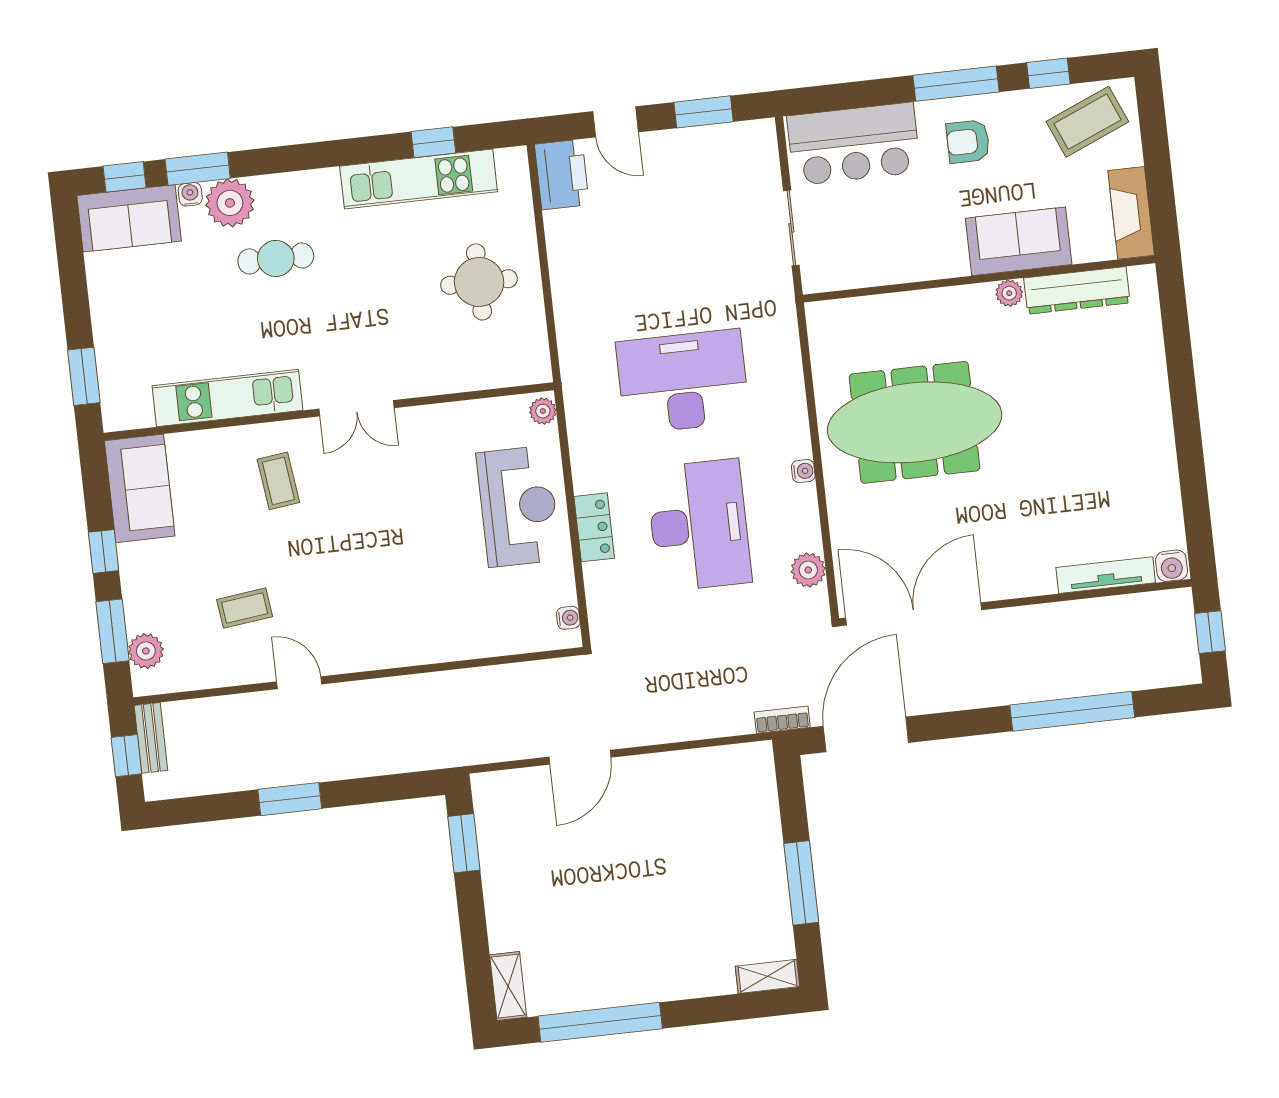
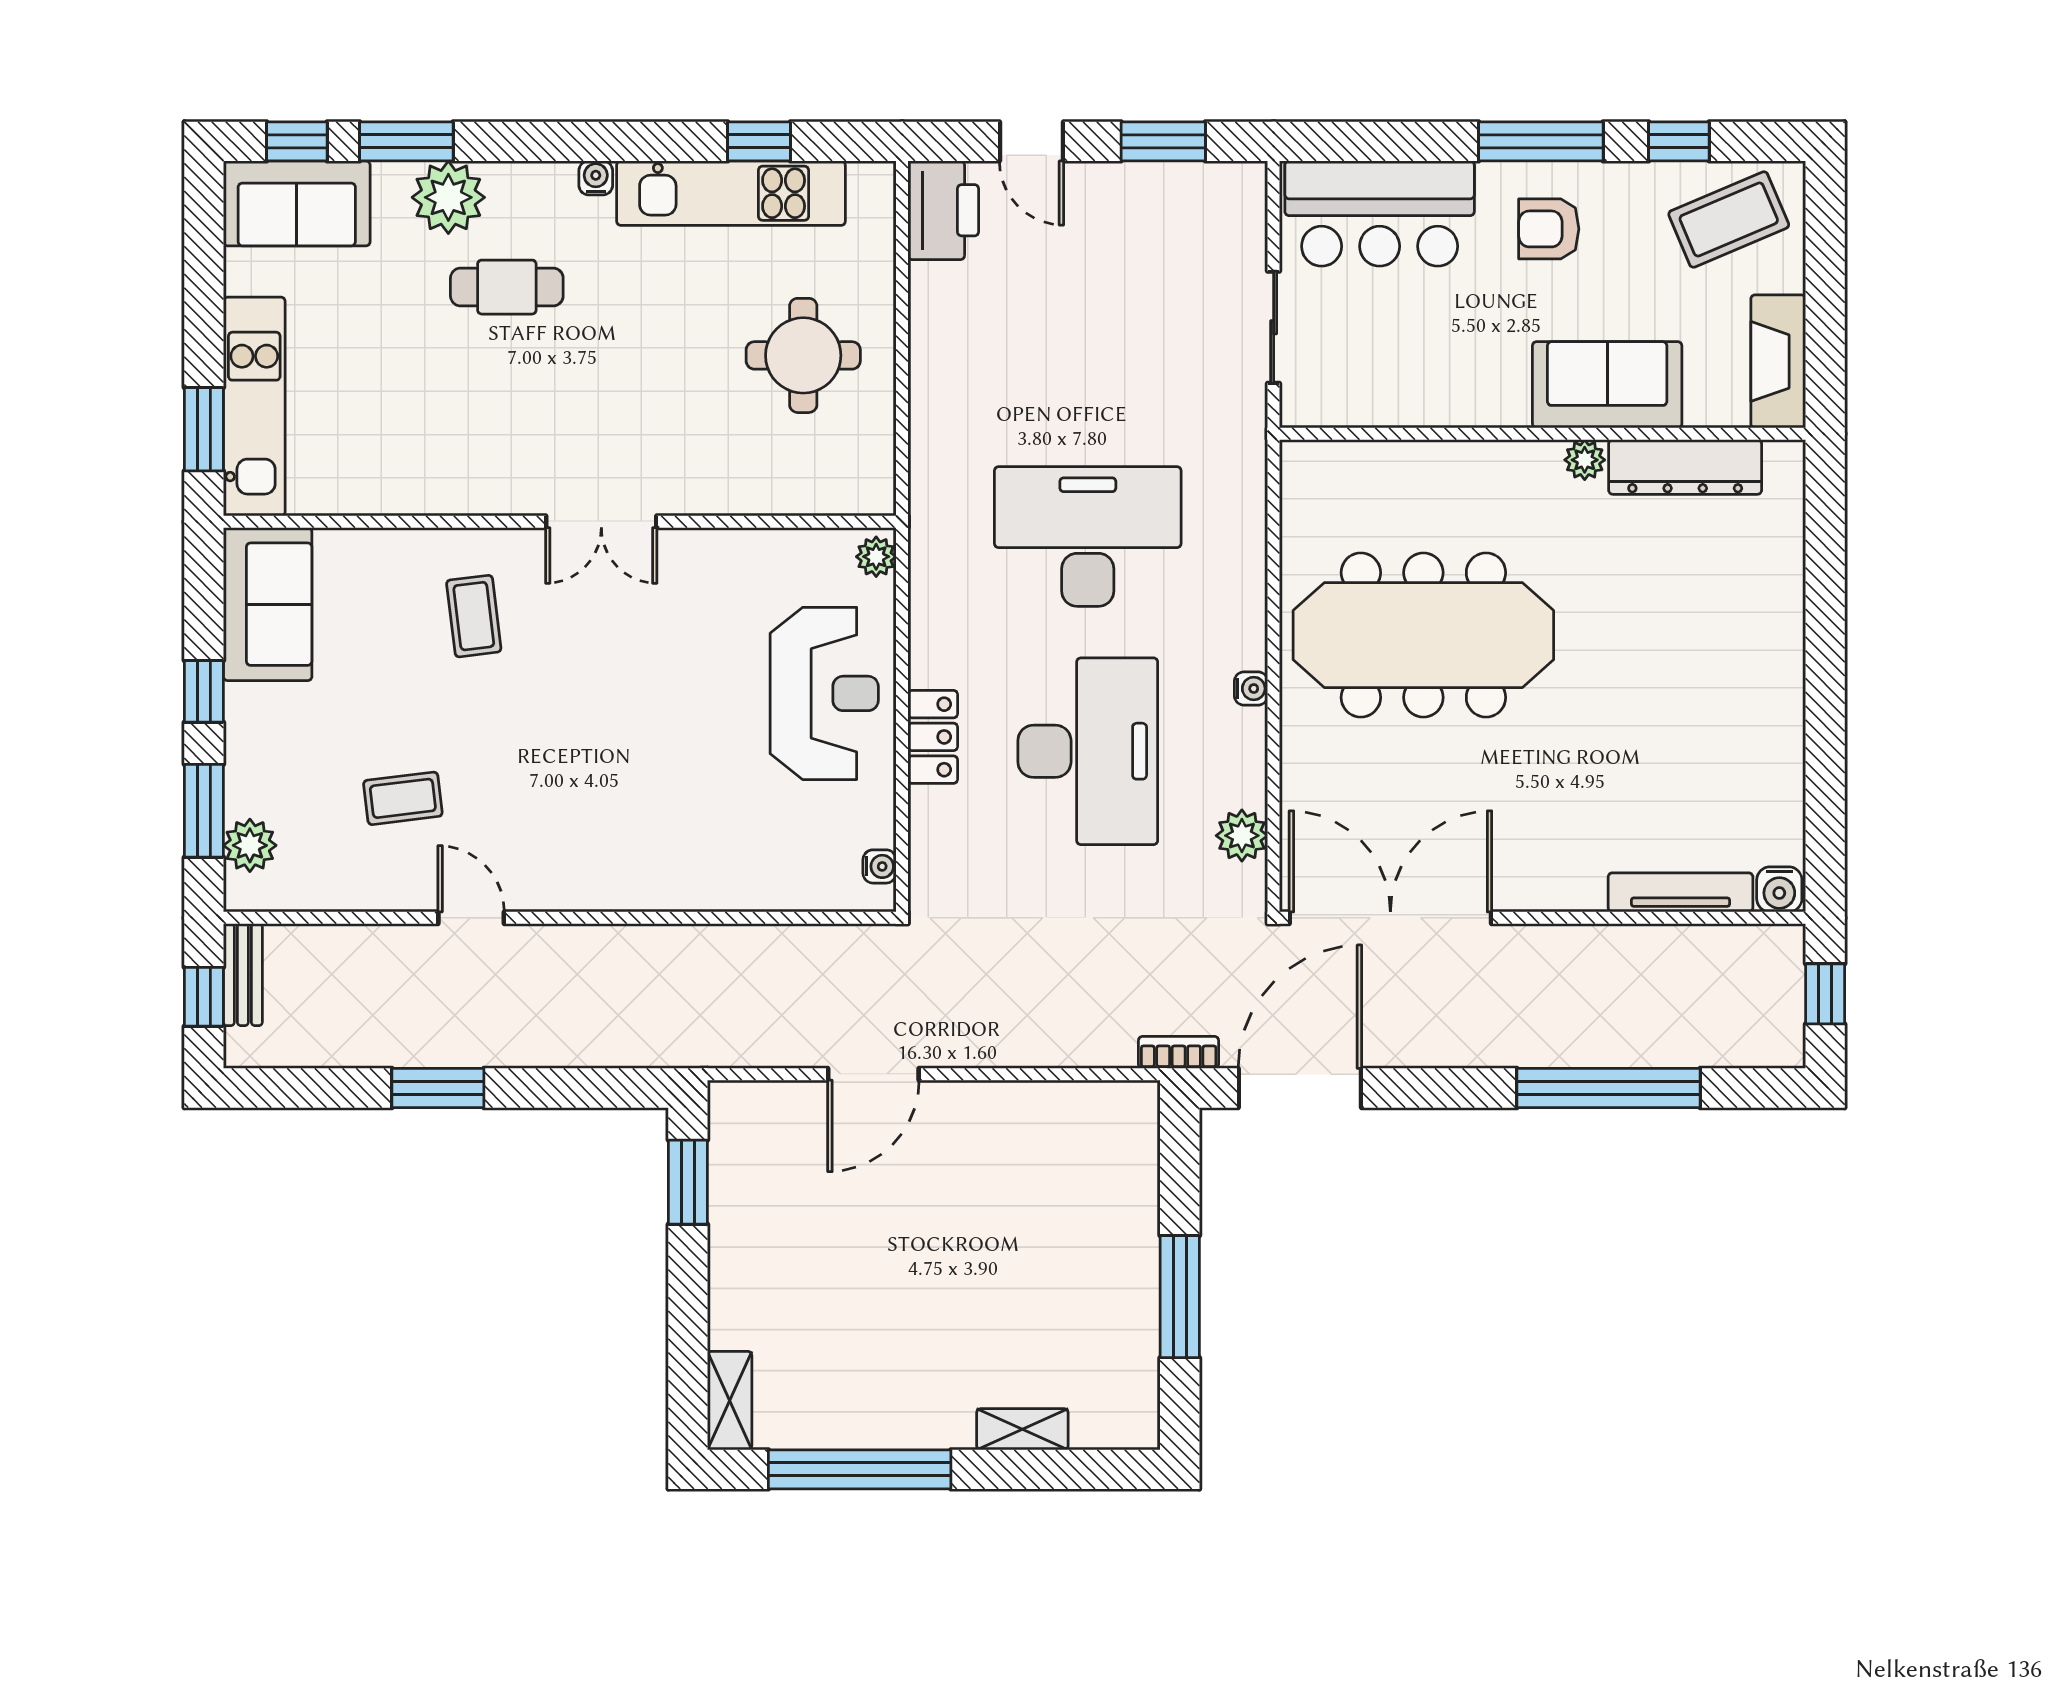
water cooler: (190, 194) -> (596, 178), moved
kitchen unit: (228, 398) -> (254, 407), moved, turned 90
shelving: (768, 976) -> (1022, 1429), moved

